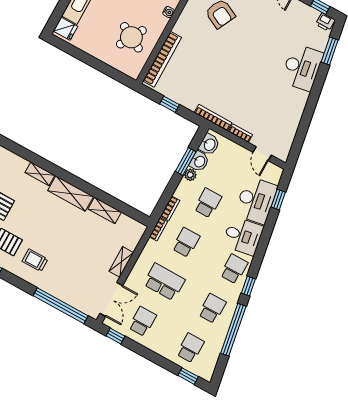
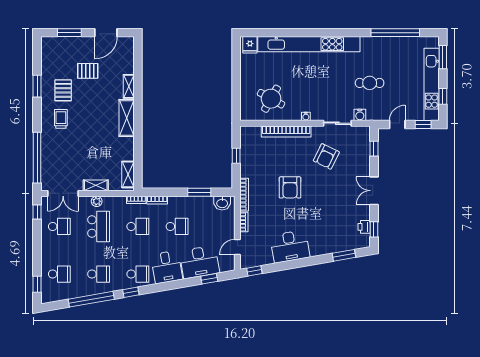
printer: (325, 22) -> (364, 227), moved
bookcase: (162, 59) -> (286, 131), moved
desk: (302, 67) -> (290, 246), moved
armchair: (231, 68) -> (290, 187), added
window: (296, 150) -> (254, 271), added
washbasin: (199, 161) -> (205, 203), removed
plant: (190, 175) -> (97, 201), moved
shelving: (105, 210) -> (128, 174), moved

